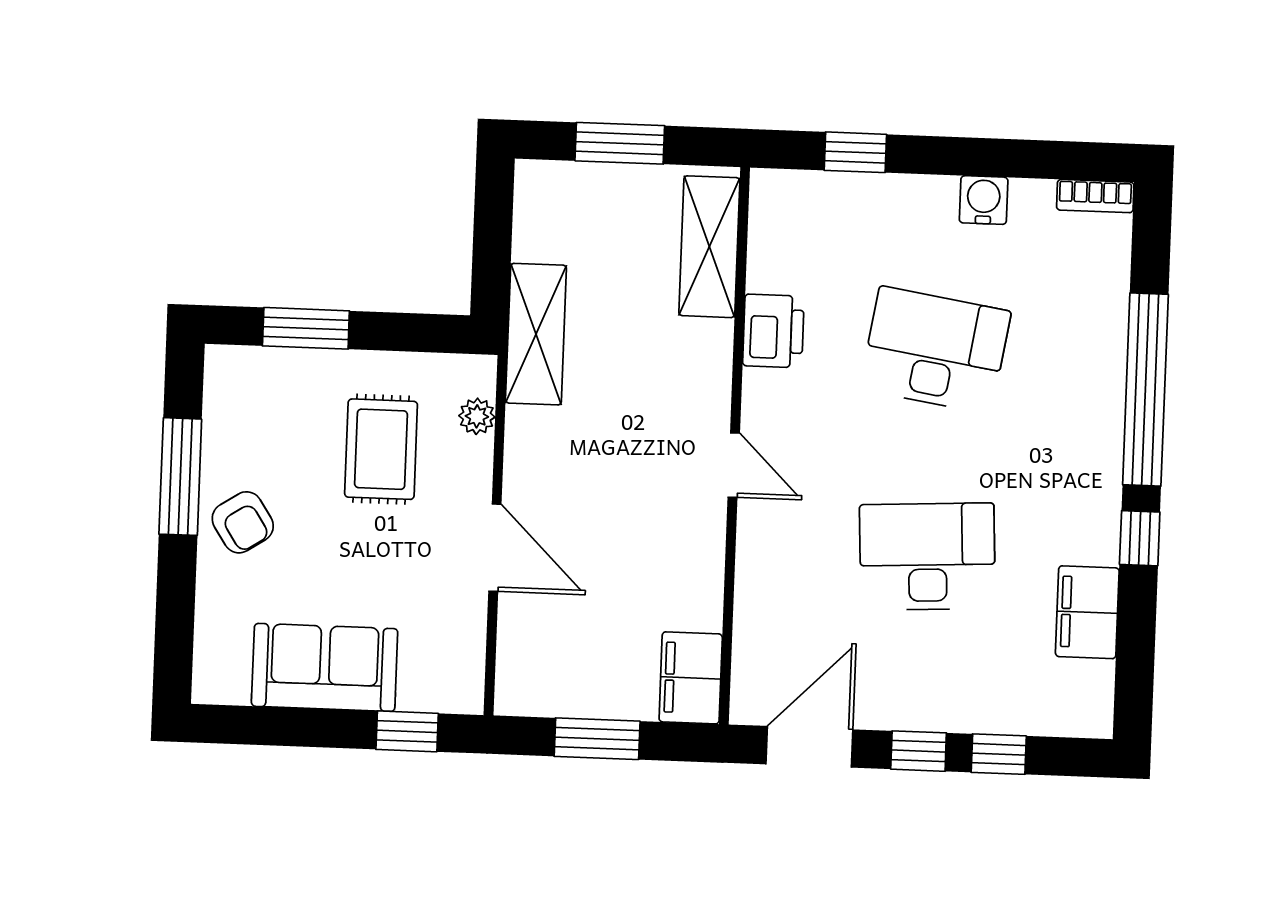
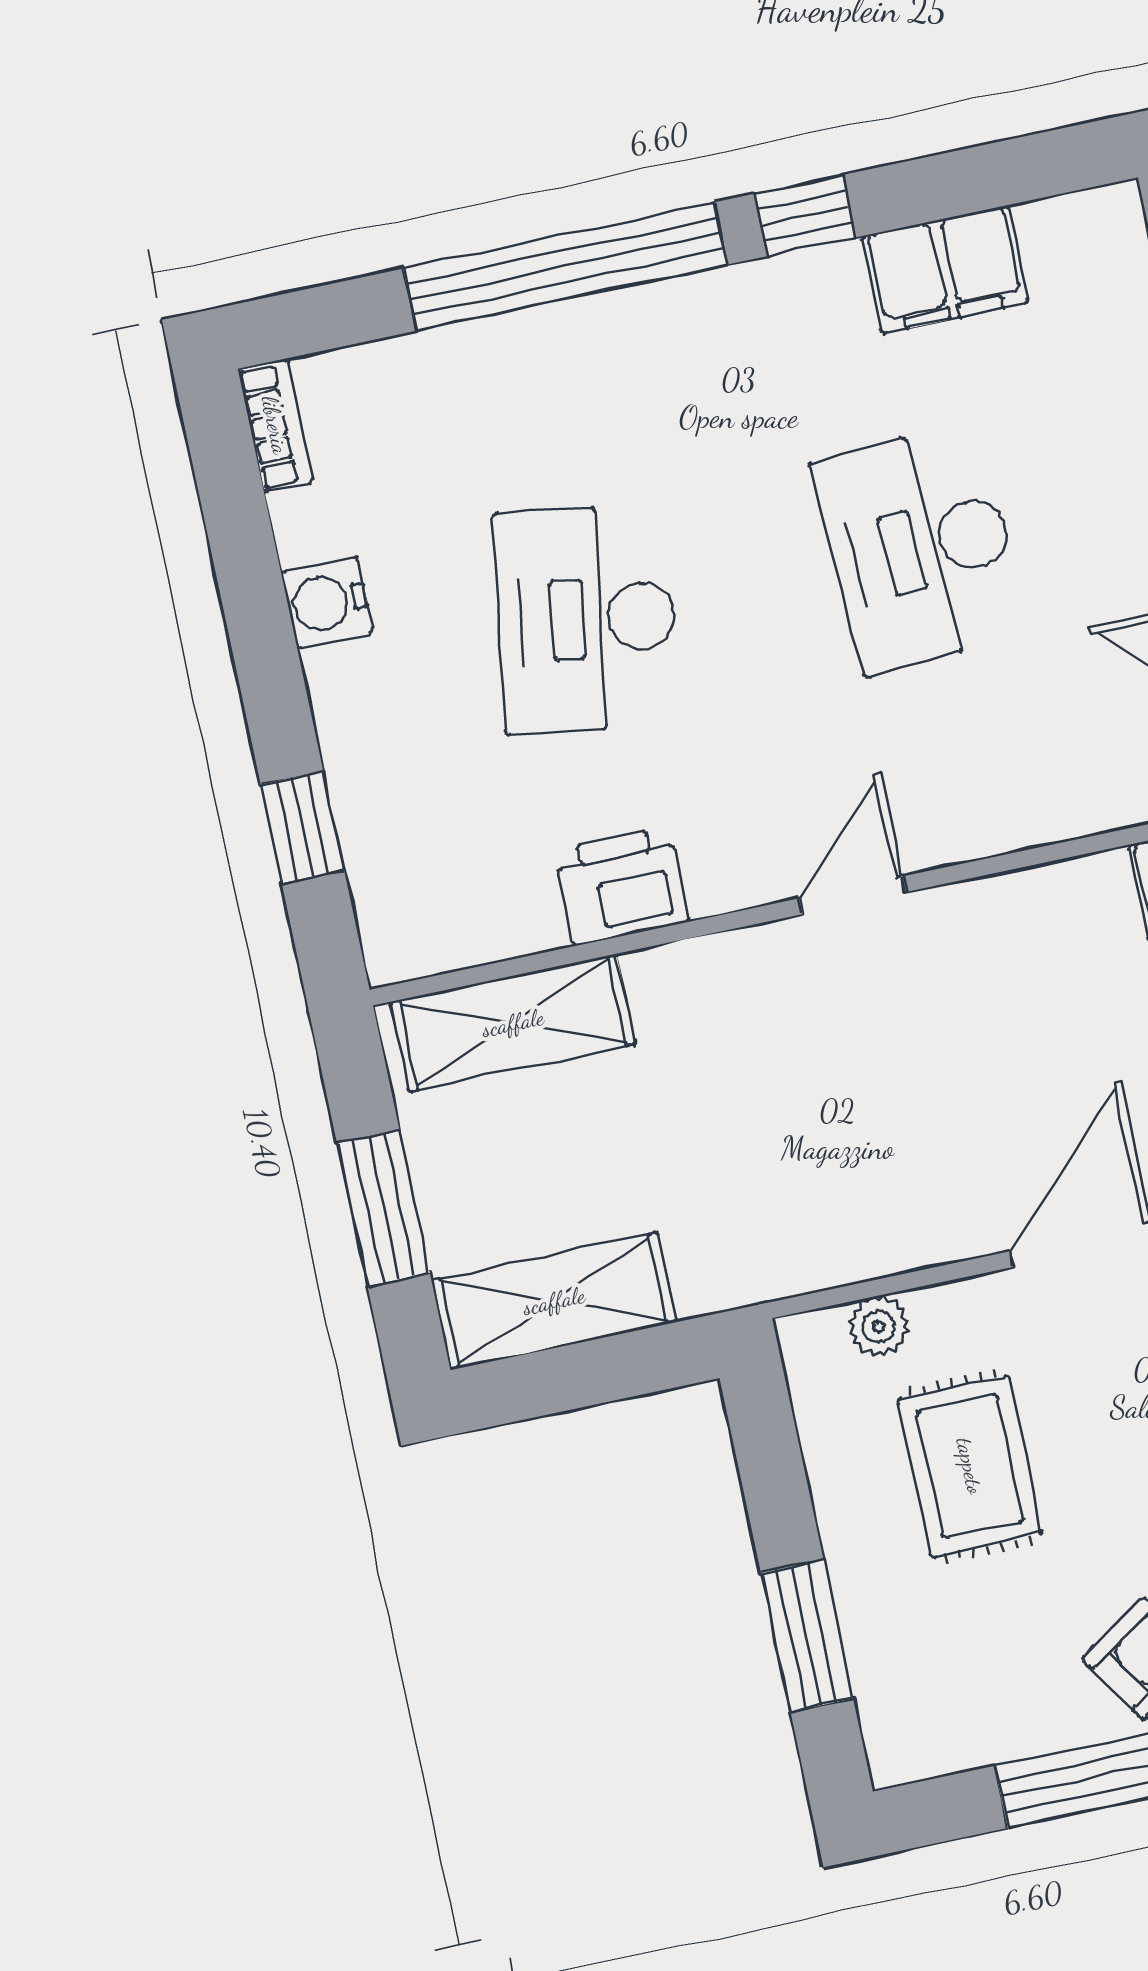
shelving: (536, 334) -> (554, 1301), moved
rug: (381, 449) -> (970, 1466), turned 90

